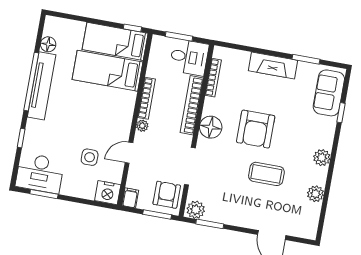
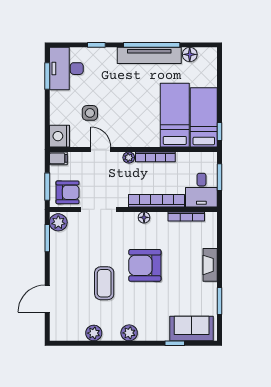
fireplace: (273, 65) -> (210, 265), width x0.73, depth x0.76
floor lamp: (211, 127) -> (144, 217), width x0.53, depth x0.53

